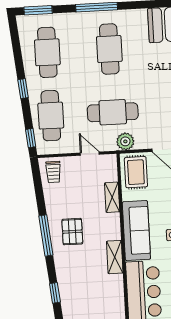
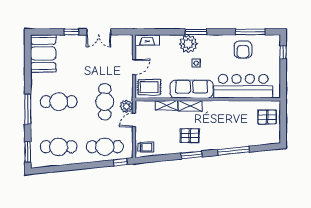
window: (23, 89) -> (84, 166), removed
plant: (125, 141) -> (126, 106), moved
window: (46, 235) -> (192, 155), width x0.69
shelving: (115, 257) -> (190, 106), moved
window: (55, 293) -> (234, 151), width x2.17

